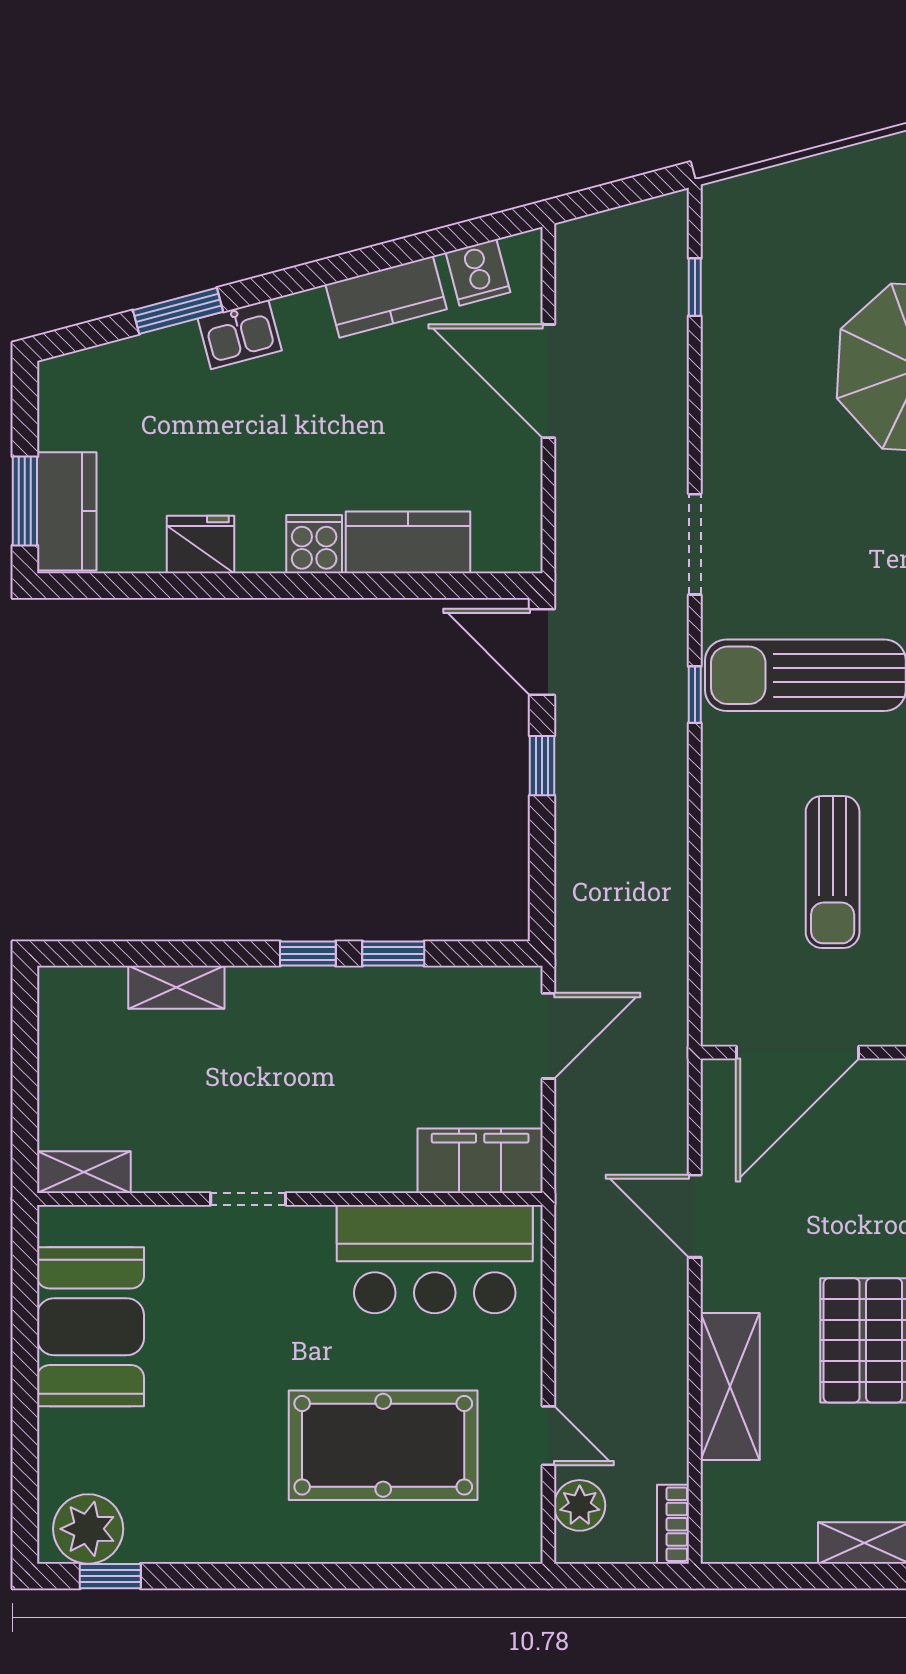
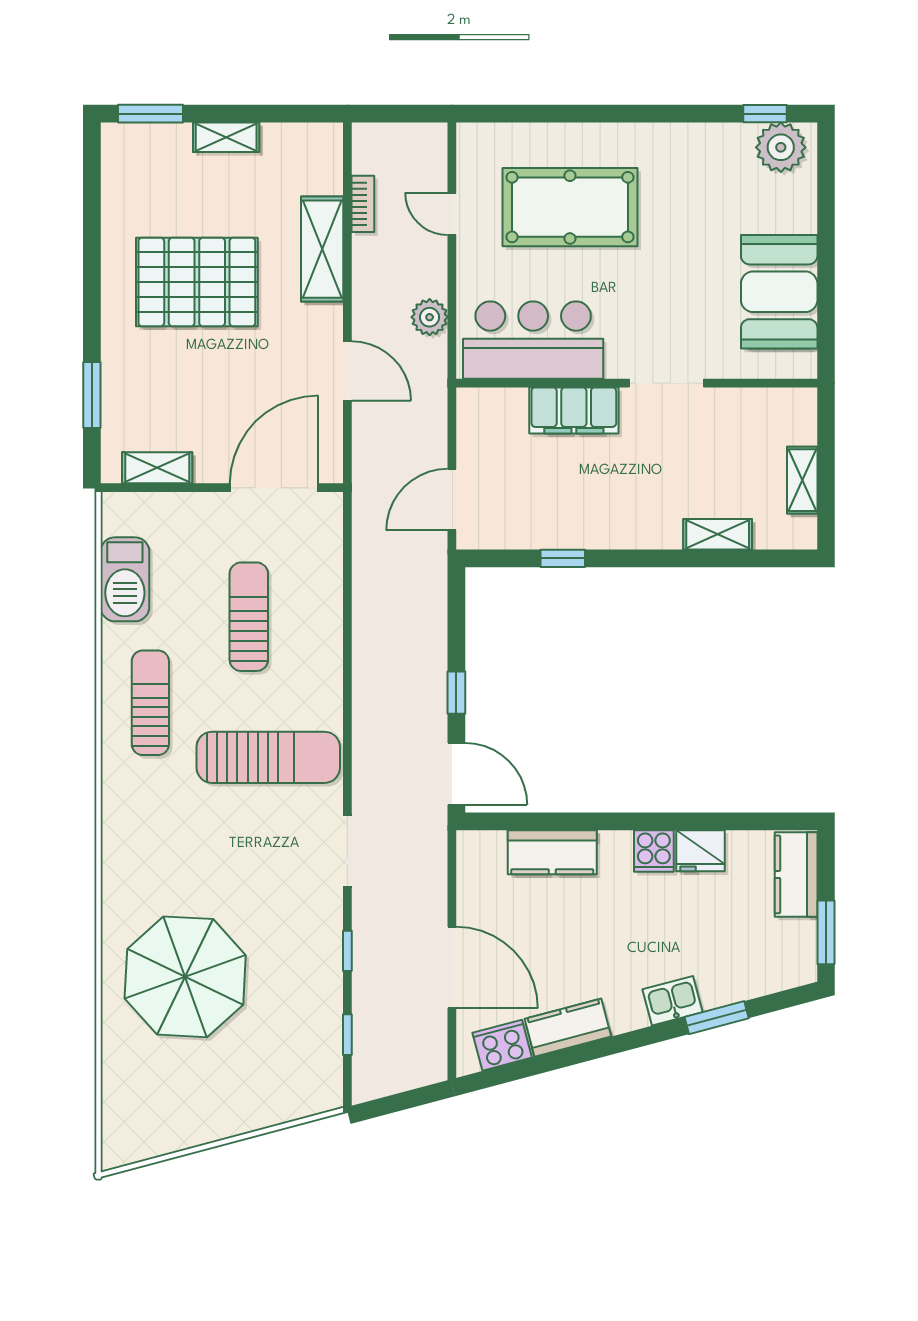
cooker: (478, 272) -> (502, 1045), width x1.36
window: (25, 501) -> (826, 932), moved
cooker: (314, 544) -> (654, 851), moved
window: (695, 695) -> (347, 951), moved
window: (308, 954) -> (624, 558), removed
filing cabinet: (480, 1161) -> (574, 410), moved
shelving: (84, 1172) -> (802, 480), moved, turned 90
doorway: (248, 1199) -> (666, 383), width x1.38
plant: (580, 1505) -> (430, 317), moved
bookcase: (673, 1524) -> (363, 204), moved

